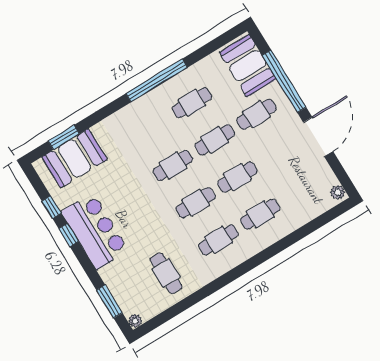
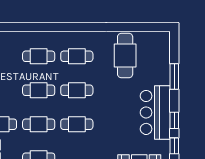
cafe table: (166, 273) -> (125, 56), width x1.37, depth x1.35
window: (109, 301) -> (174, 77), moved
plant: (135, 321) -> (165, 36), removed

